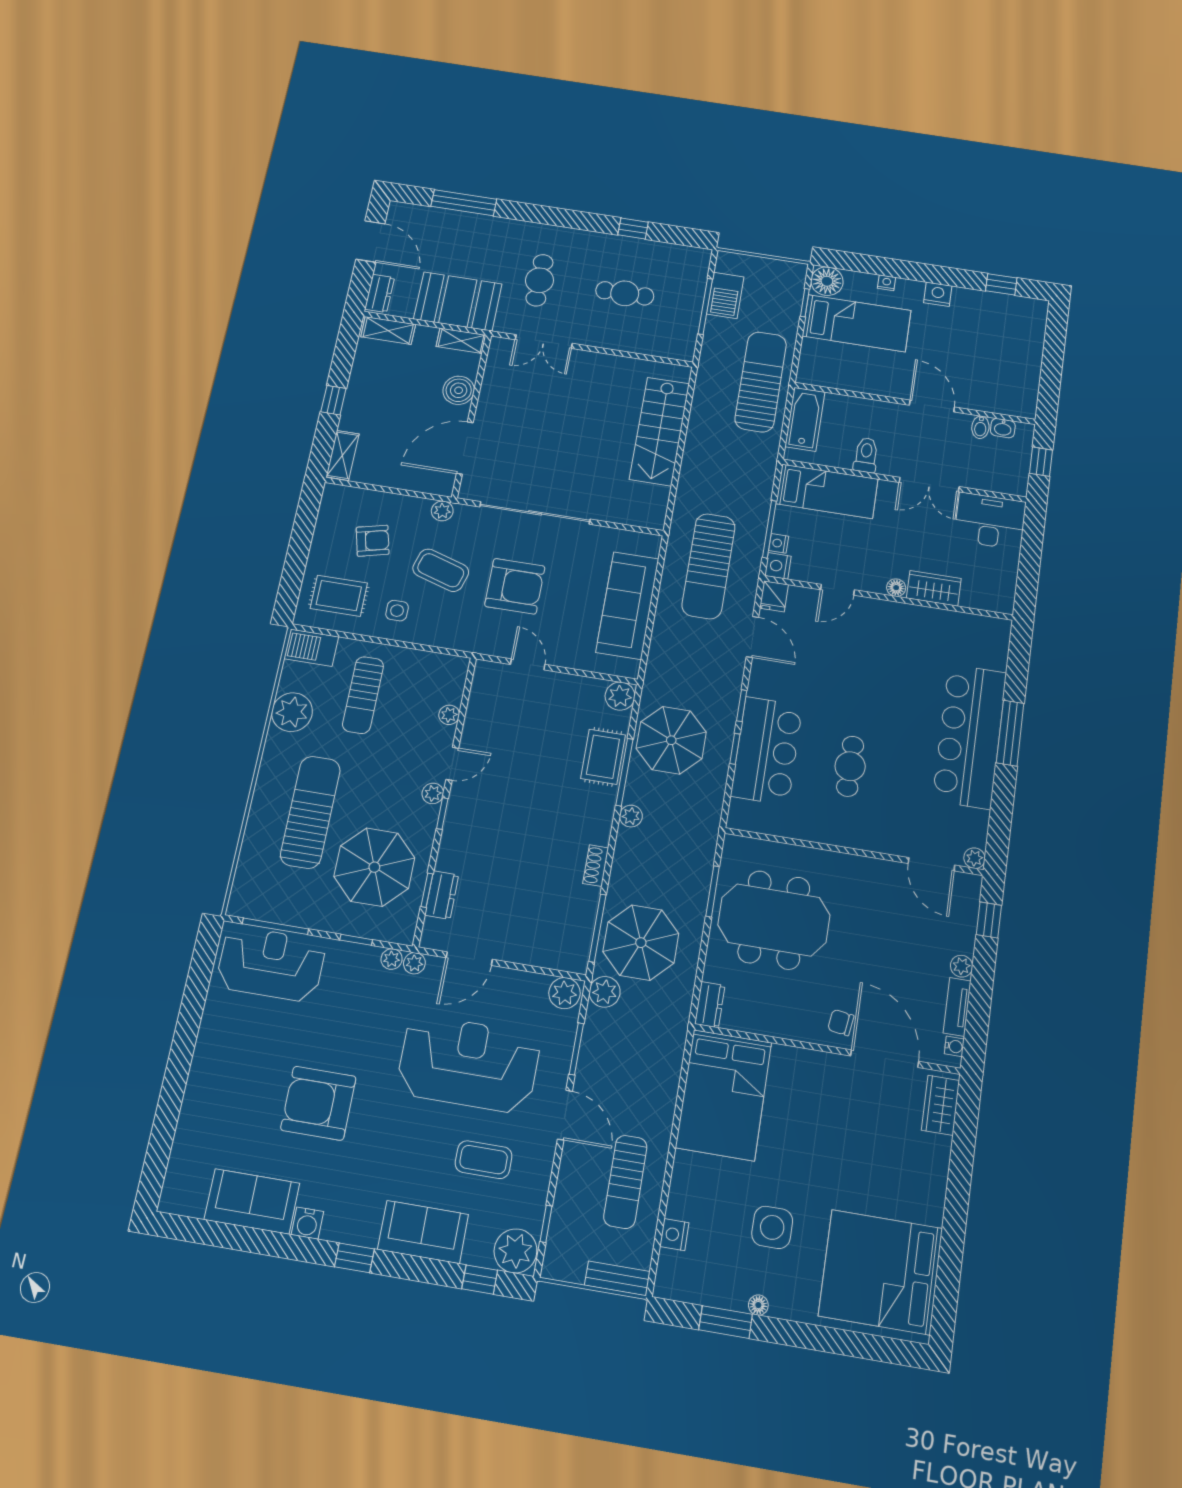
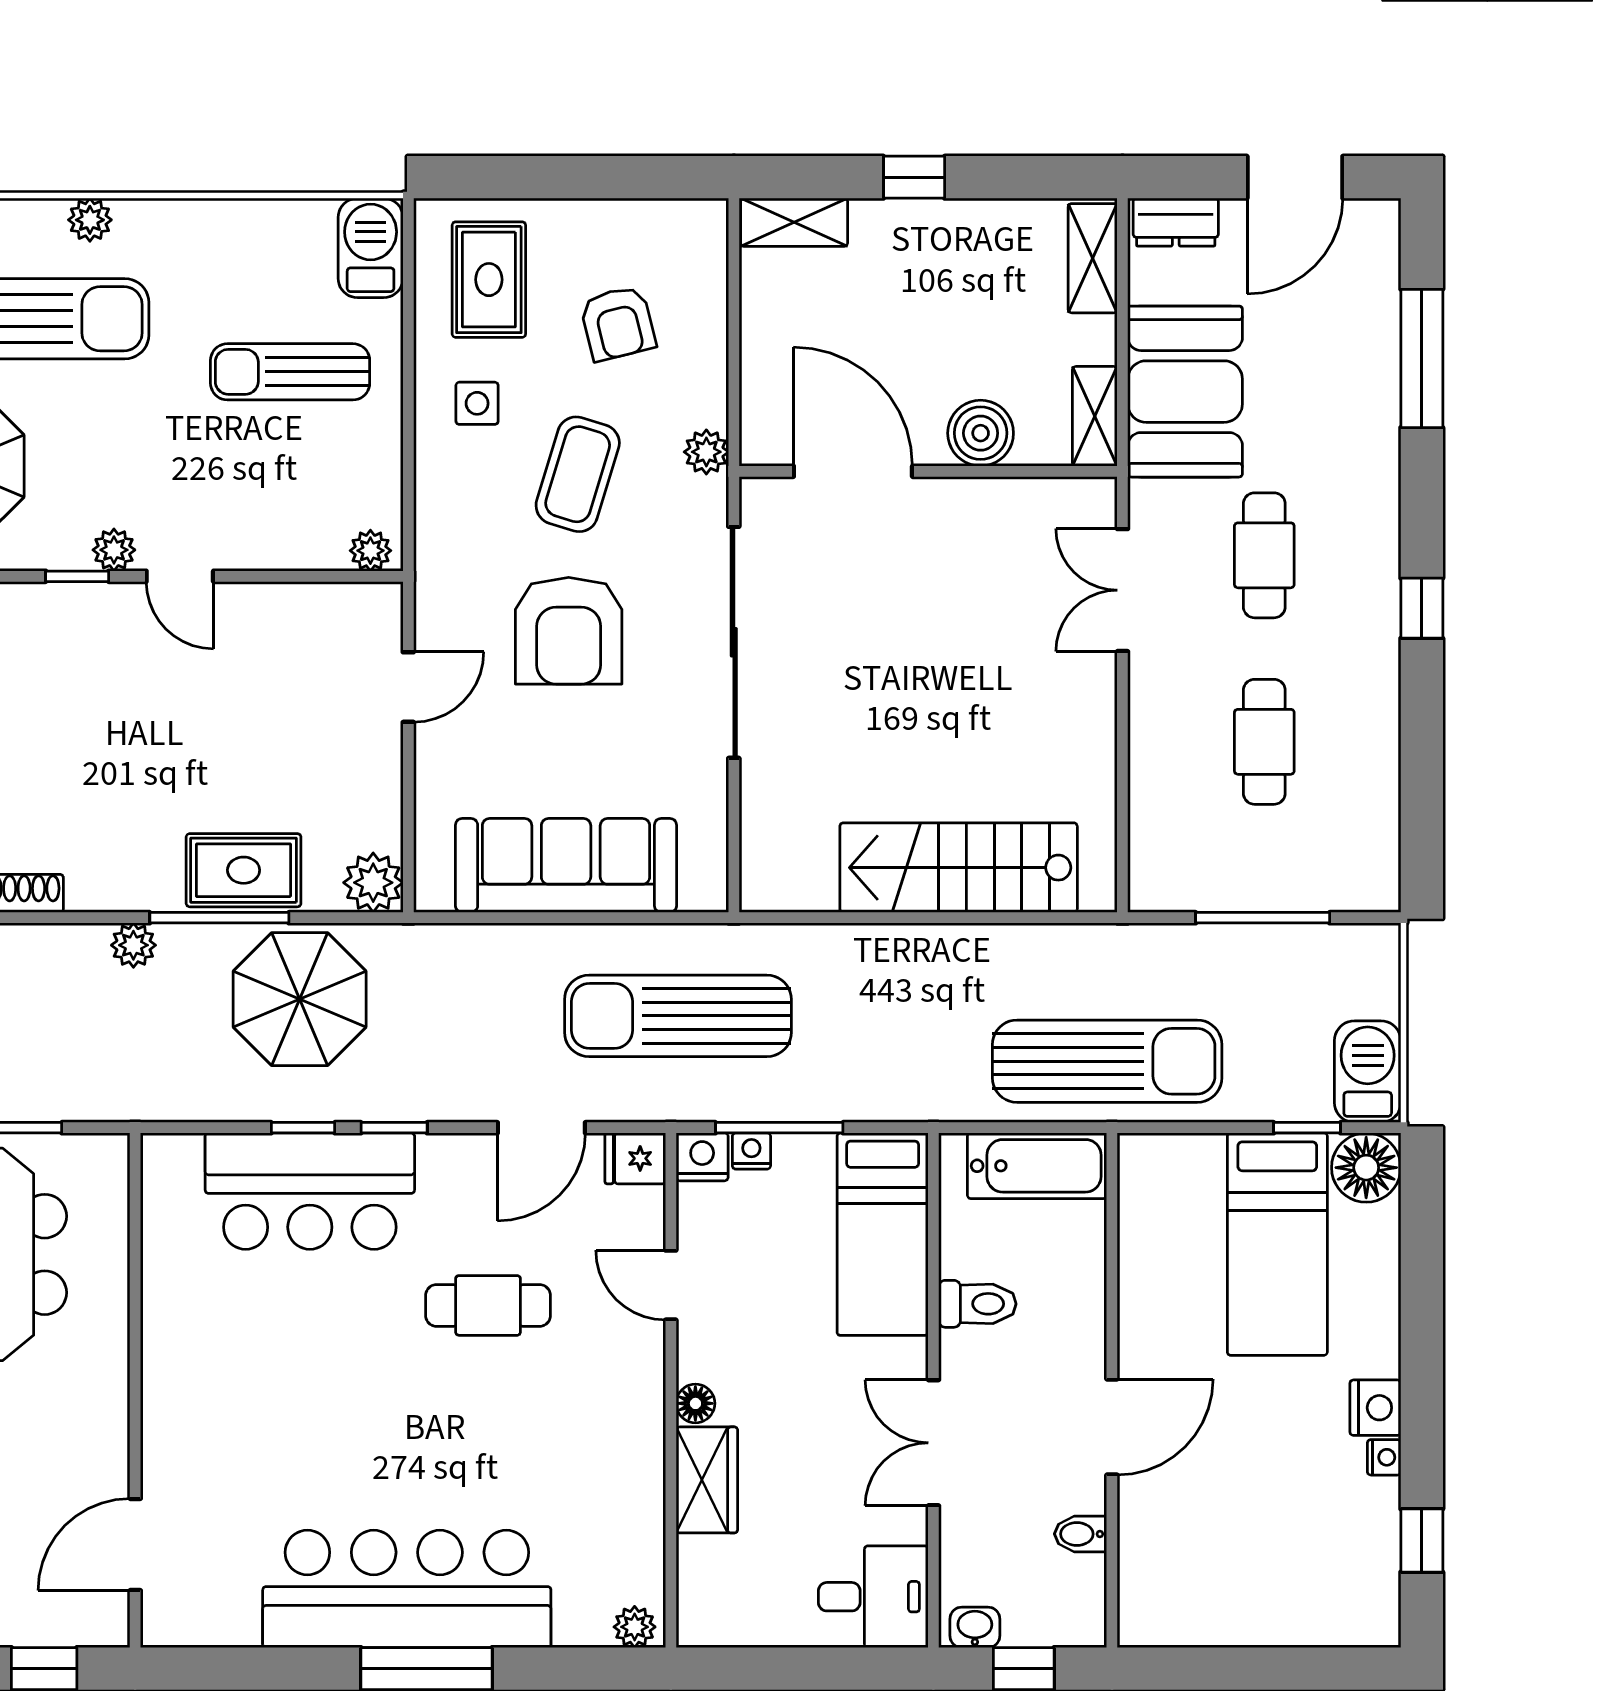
window: (633, 229) -> (1422, 608), moved
cafe table: (539, 280) -> (1264, 555), turned 90
nightstand: (887, 283) -> (1384, 1457), moved
barbecue: (725, 295) -> (1368, 1072), moved, turned 90
washbasin: (1003, 428) -> (975, 1627), moved, turned 90
desk: (990, 521) -> (873, 1597), width x0.73
plant: (292, 712) -> (90, 220), moved, width x0.53, depth x0.53
plant: (449, 715) -> (370, 551), moved
cafe table: (850, 766) -> (488, 1305), moved
plant: (974, 858) -> (635, 1627), moved

